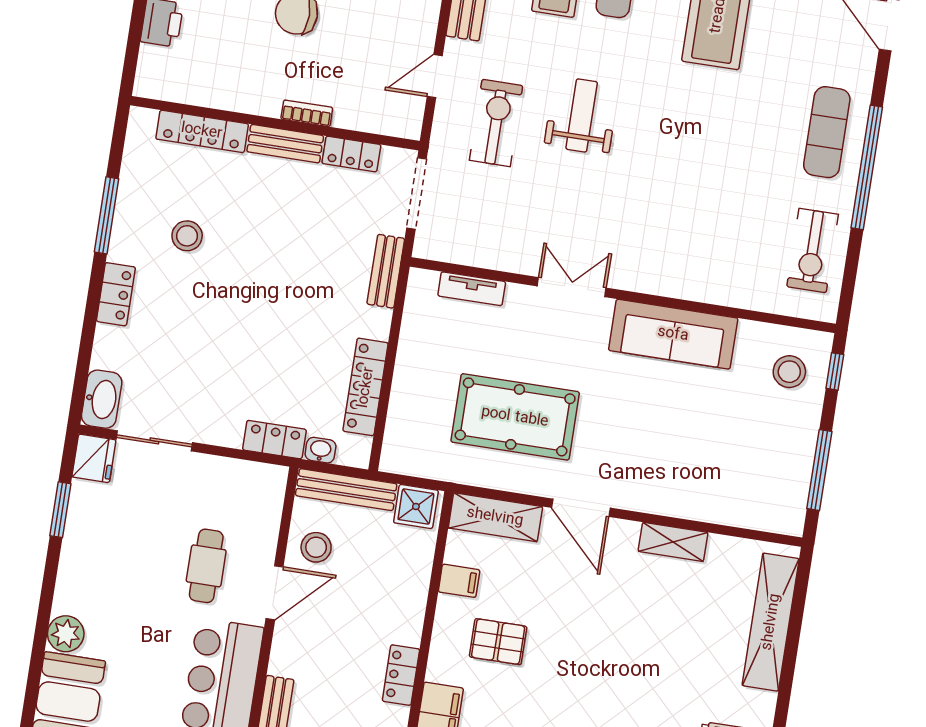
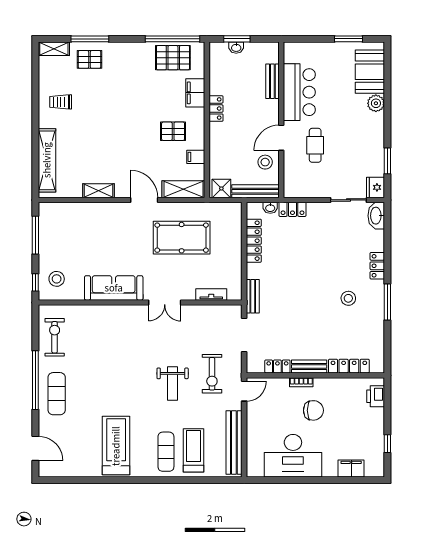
bookcase: (307, 113) -> (301, 382), moved
wall: (275, 123) -> (315, 375), moved
locker: (202, 131) -> (349, 366), moved
bench: (285, 144) -> (309, 366), moved
locker: (351, 154) -> (277, 366), moved

